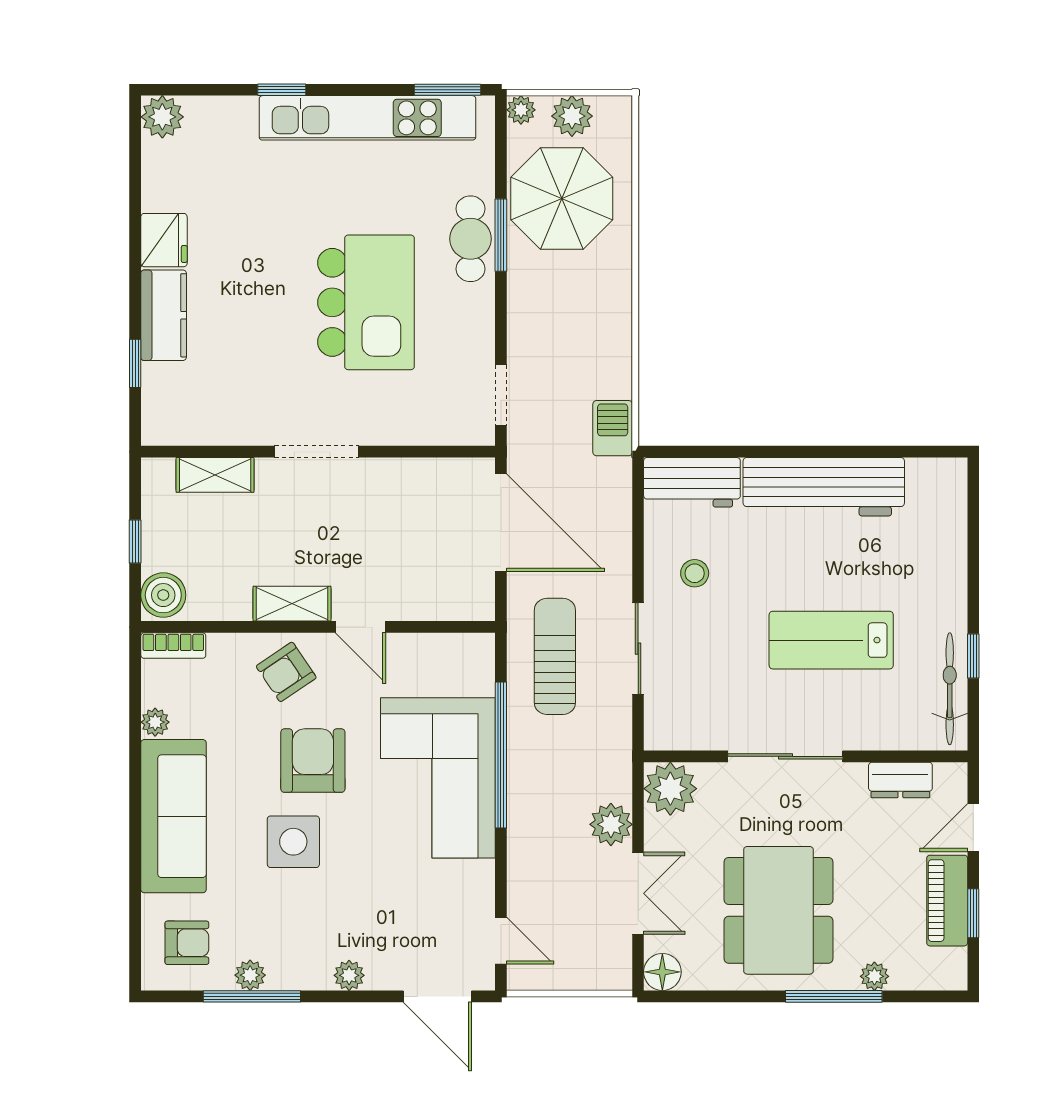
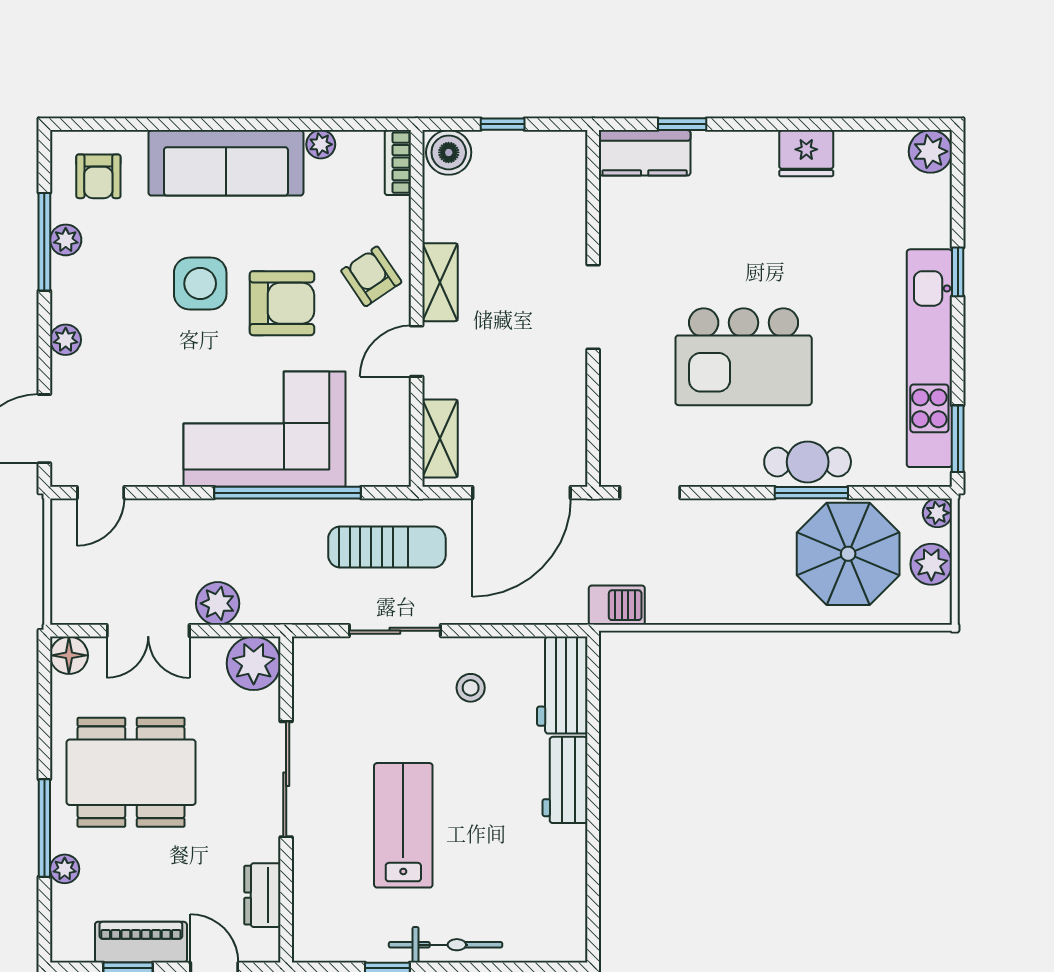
kitchen counter: (164, 315) -> (645, 153), moved
shelving: (215, 475) -> (440, 438), moved
workbench: (824, 487) -> (565, 780), width x0.53, depth x0.76
bicycle: (950, 689) -> (446, 945), moved

